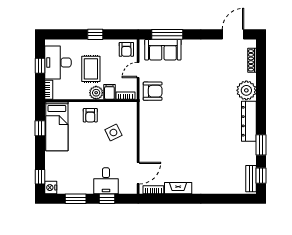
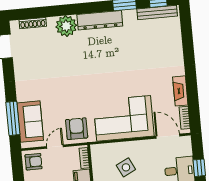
door: (138, 70) -> (55, 147), swing flipped
corner sofa: (158, 135) -> (124, 118), added
bench: (251, 179) -> (157, 13), width x1.36

